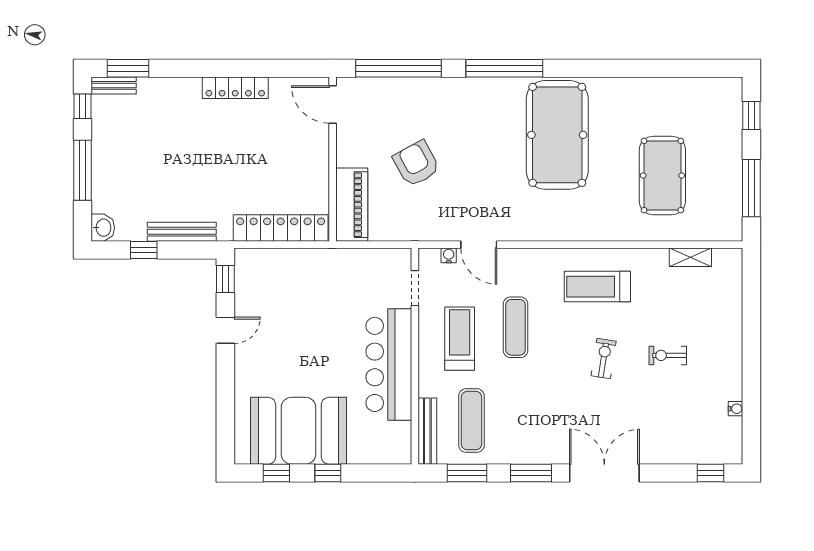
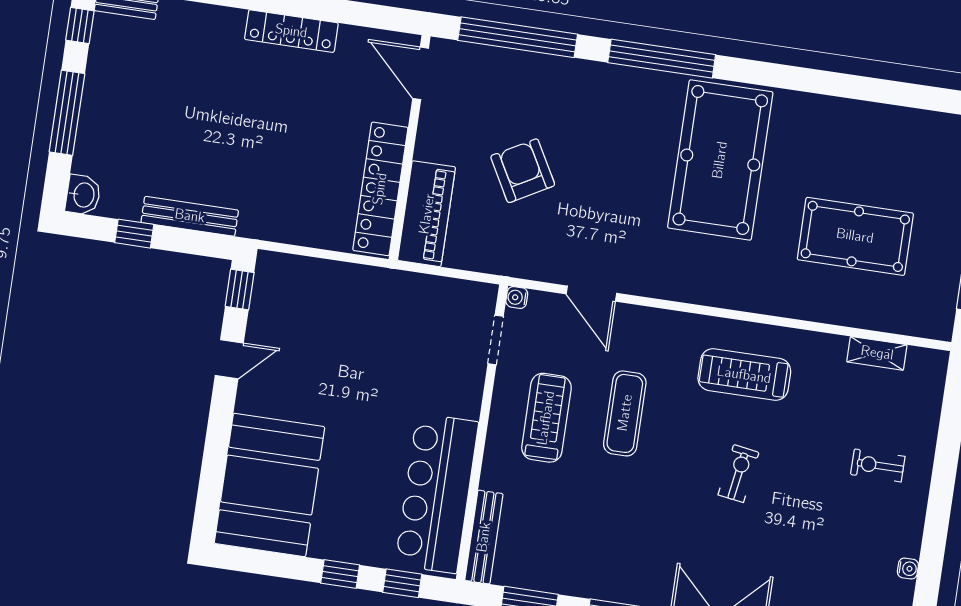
pool table: (662, 175) -> (855, 236), turned 90
locker: (281, 228) -> (380, 189), moved, turned -90
water cooler: (449, 255) -> (517, 298), moved, turned -90
exercise bike: (668, 355) -> (878, 465), moved
bar counter: (389, 364) -> (437, 493), moved
exercise mat: (471, 421) -> (546, 532), removed
booth: (298, 431) -> (269, 485), moved, turned 90
window: (276, 473) -> (402, 583), moved

